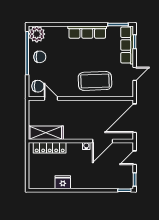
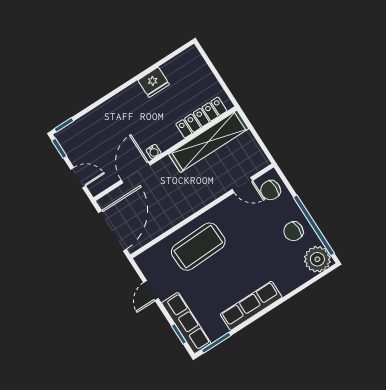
shelving: (46, 133) -> (209, 141), width x1.47
door: (135, 158) -> (78, 178), hinge flipped

